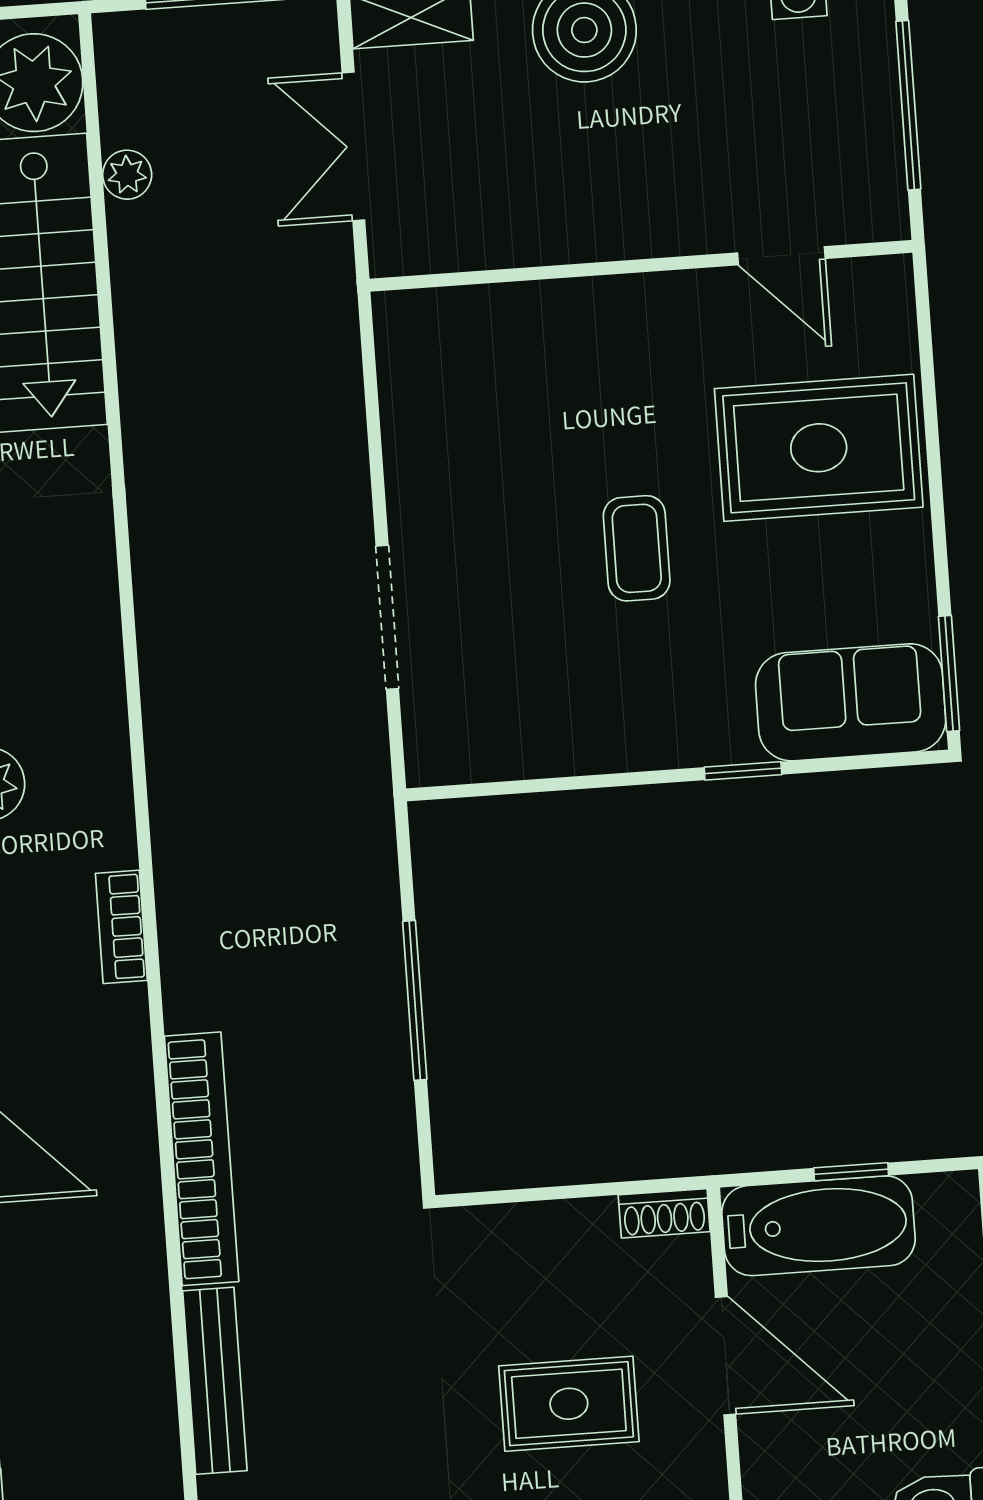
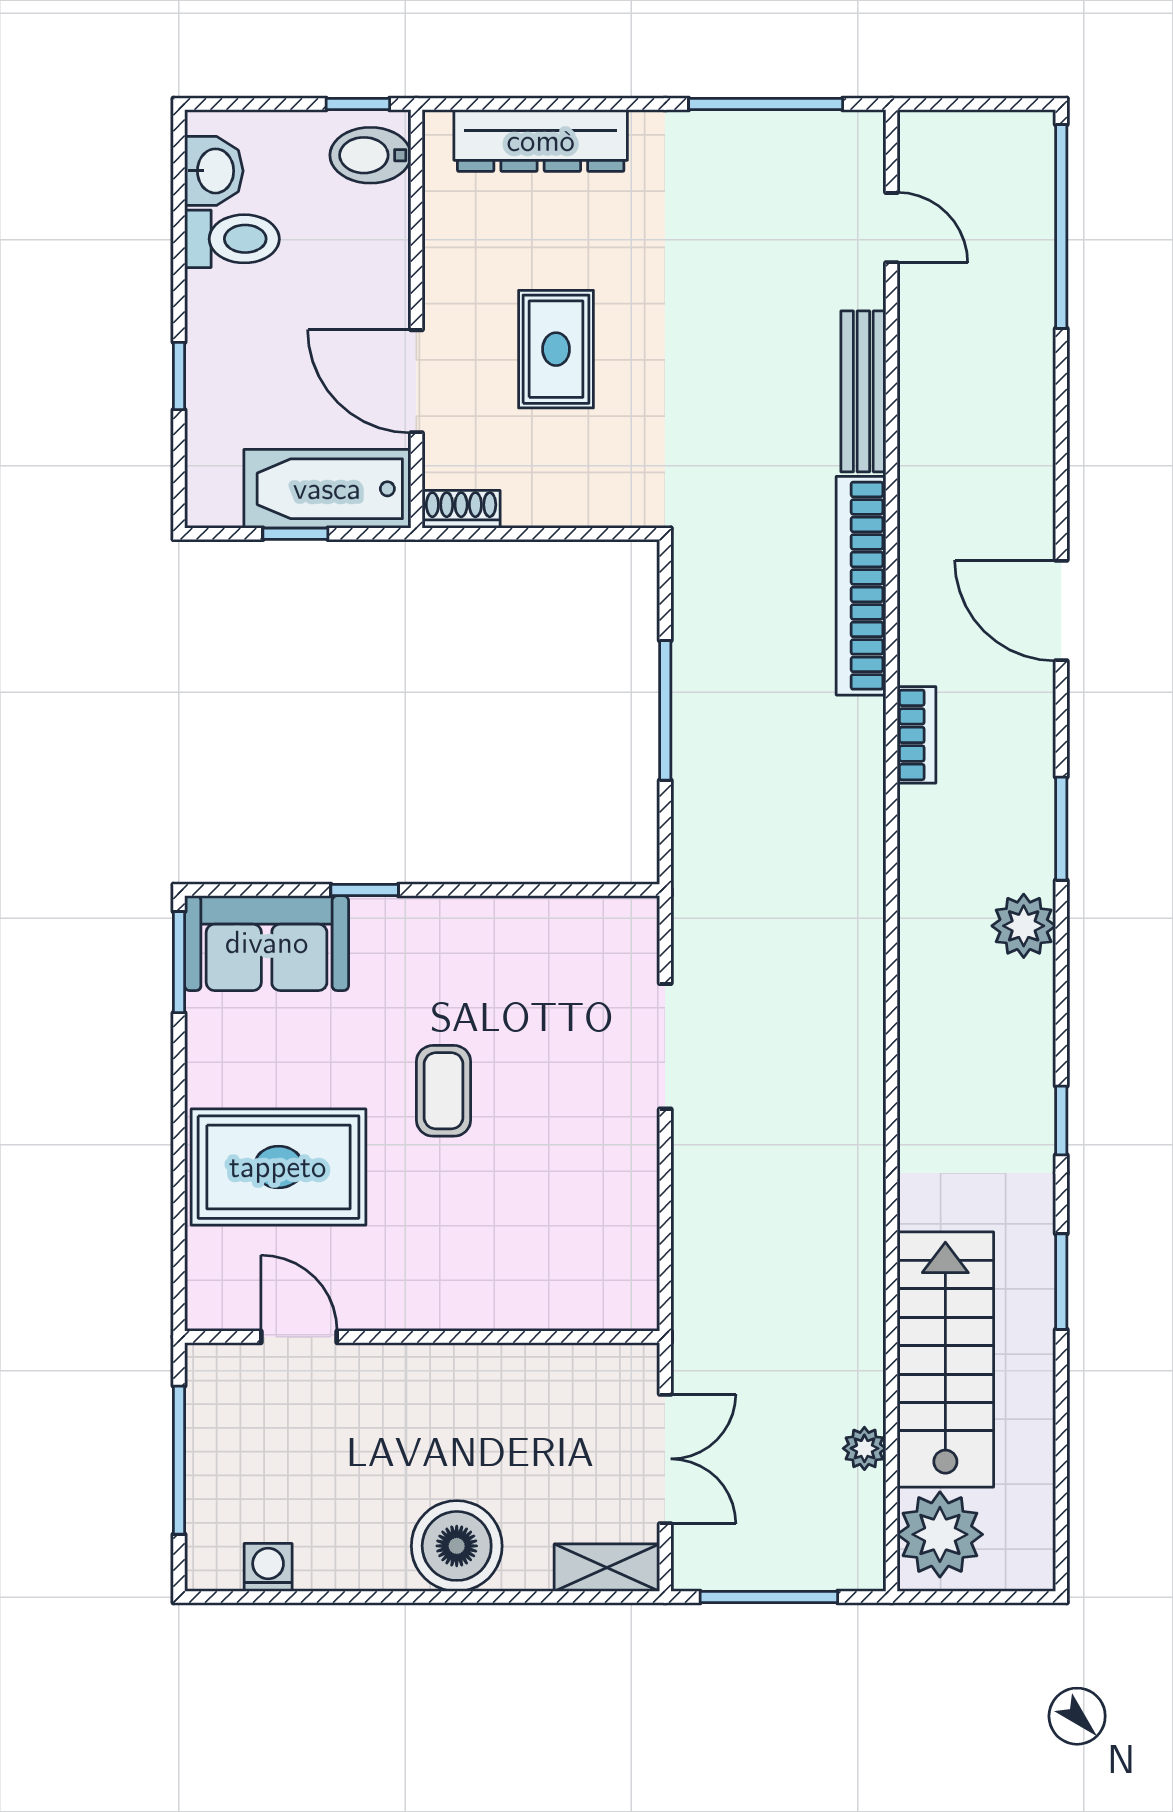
bookcase: (121, 927) -> (916, 735), moved
rug: (569, 1404) -> (556, 349), turned 90

